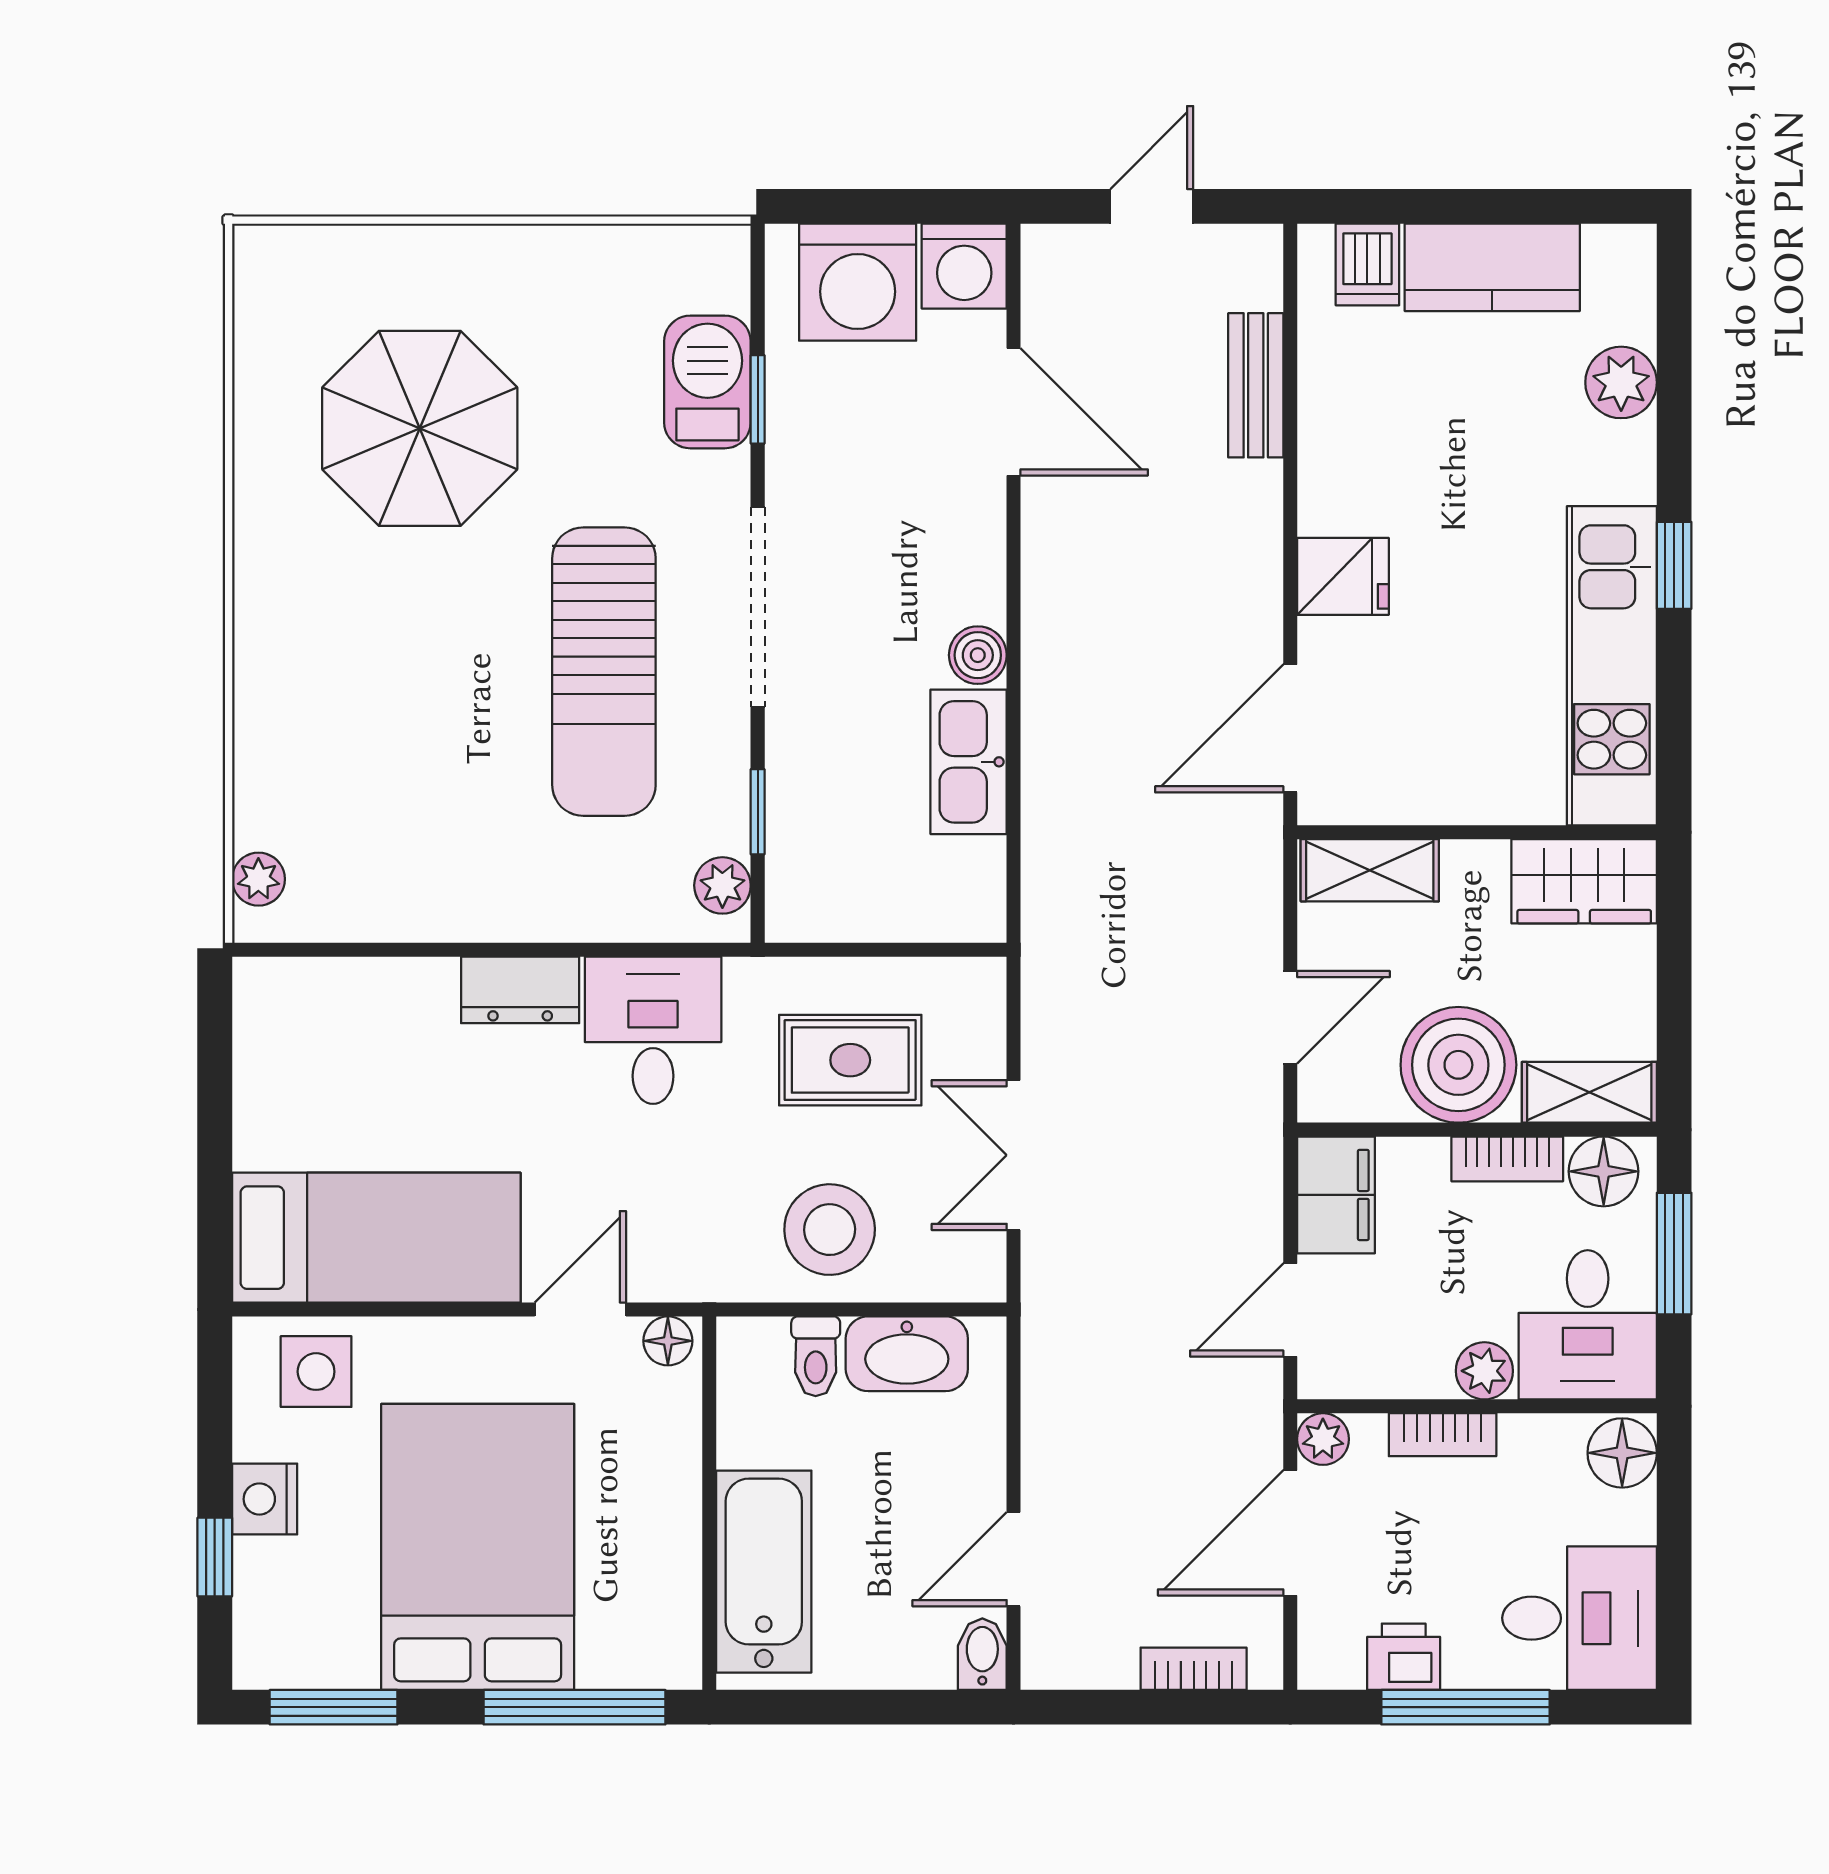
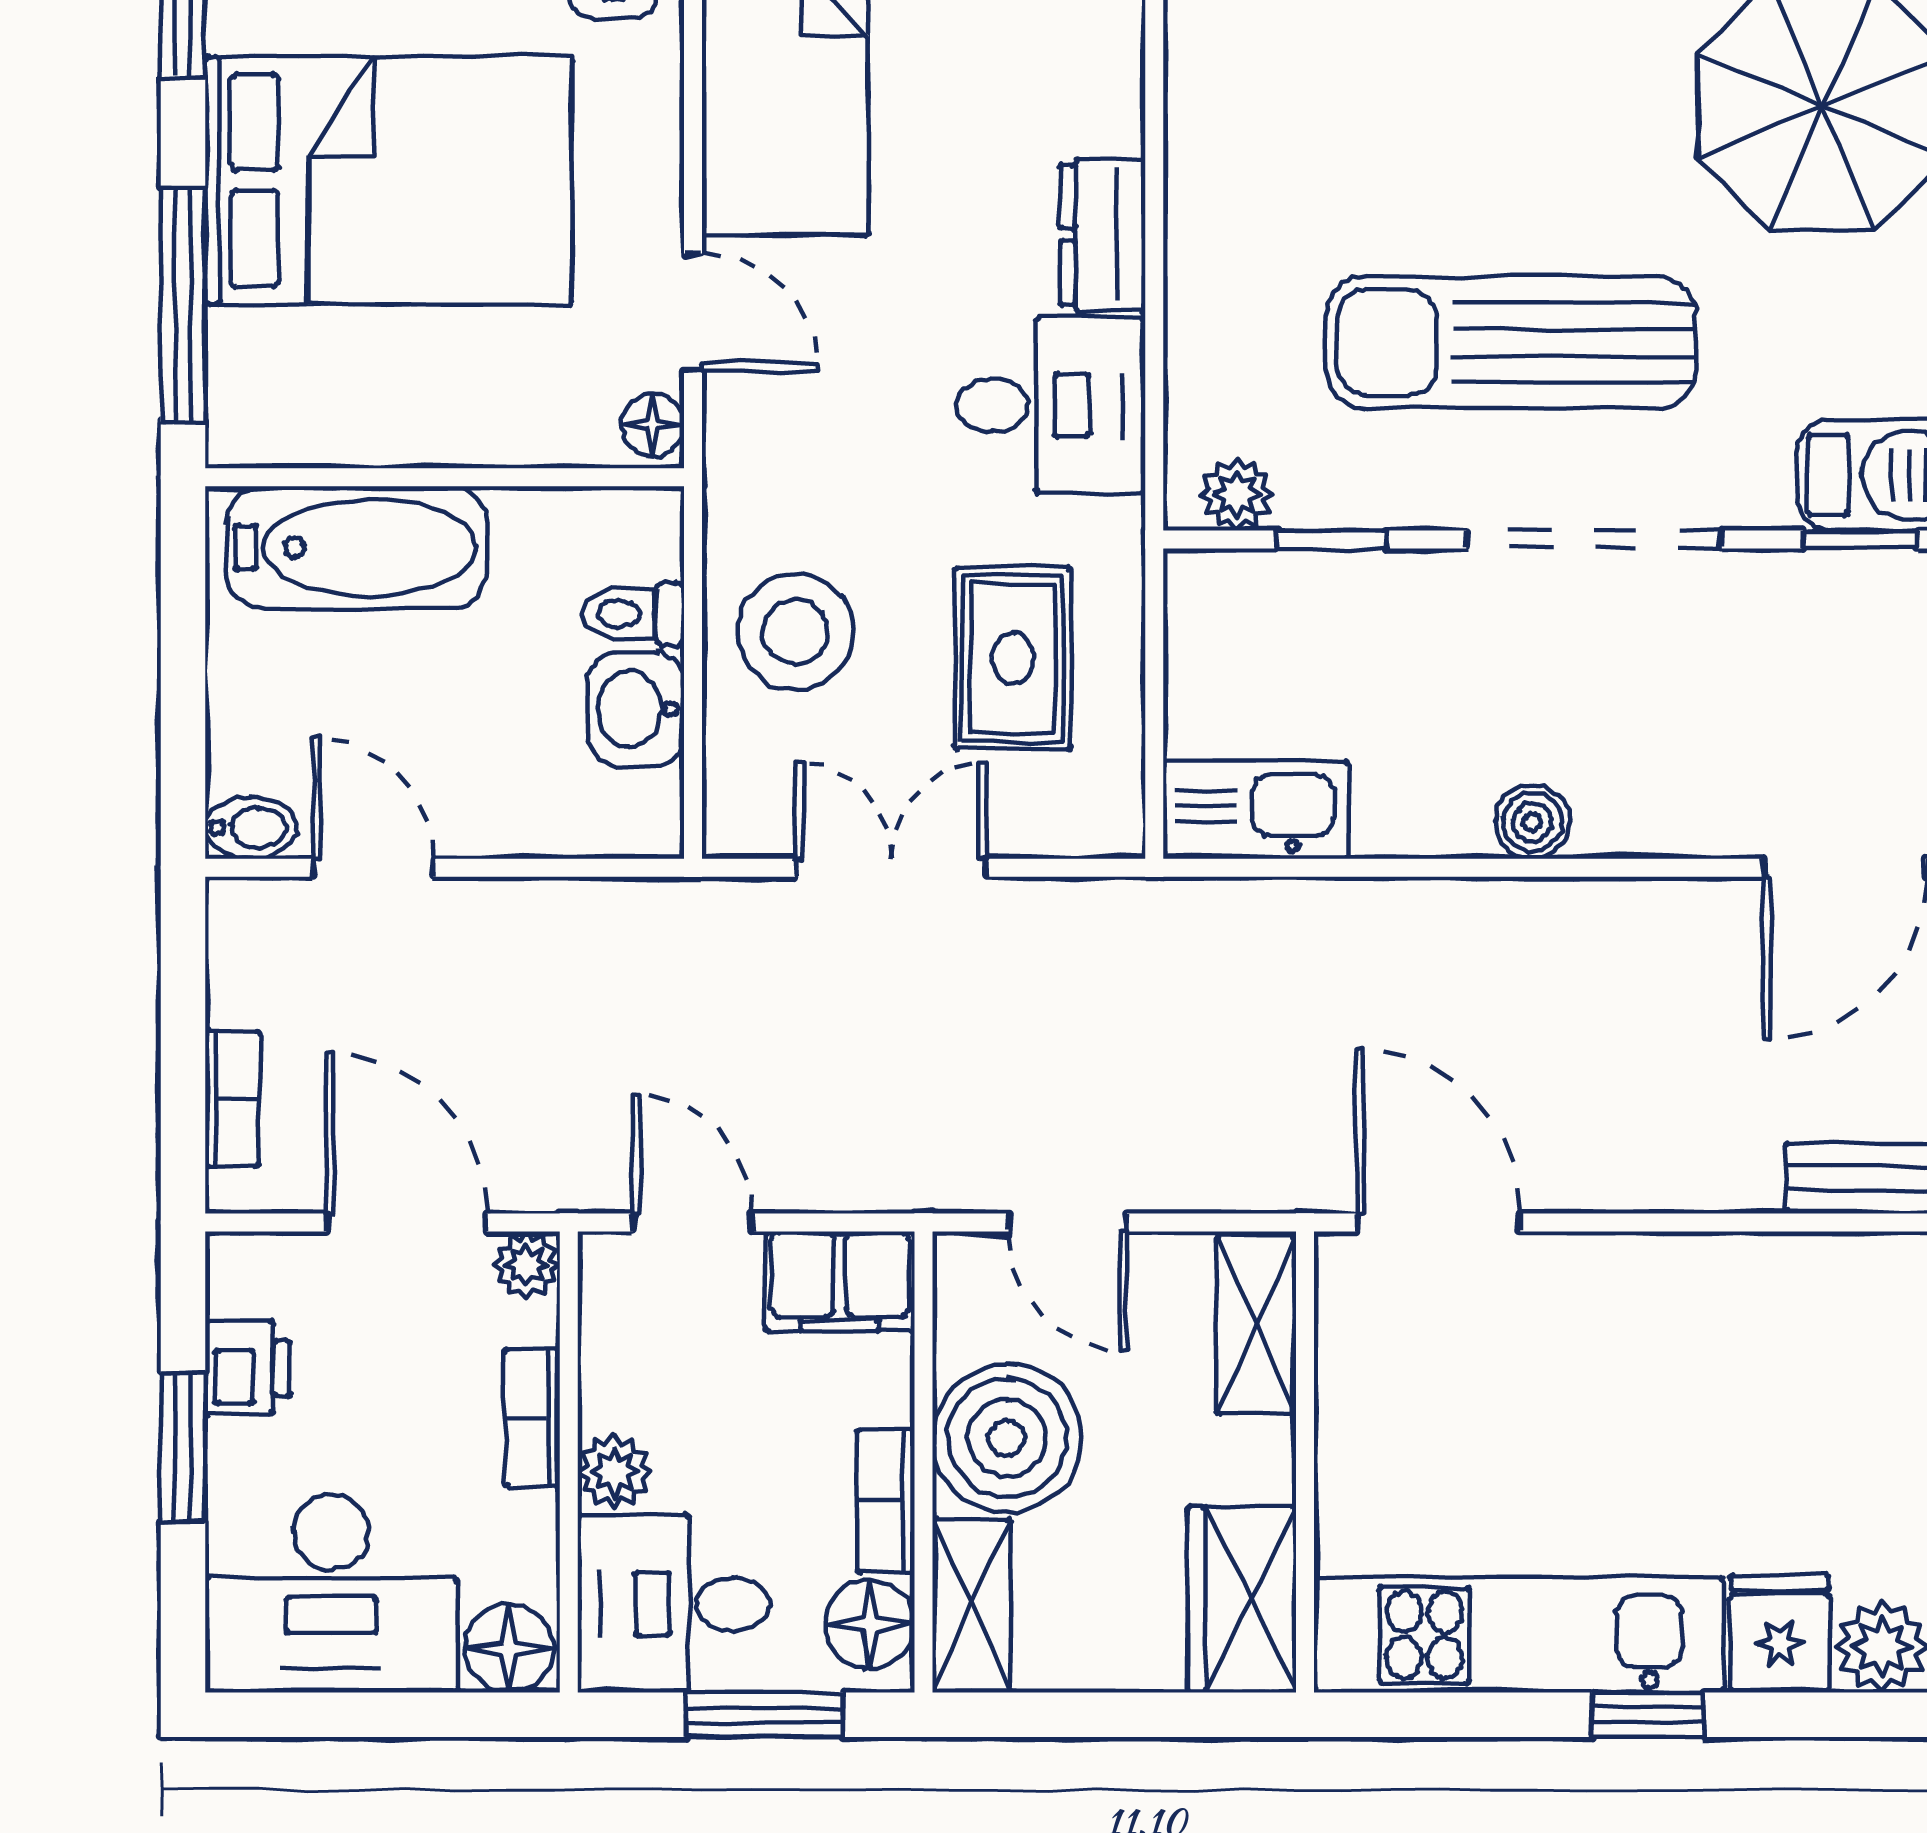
fridge: (1343, 576) -> (1780, 1634), moved, turned 180
kitchen sink: (969, 762) -> (1256, 810), moved
washbasin: (907, 1354) -> (636, 709), width x0.72
desk: (1579, 1618) -> (331, 1593), width x1.37
window: (1465, 1707) -> (183, 1447), width x0.69

